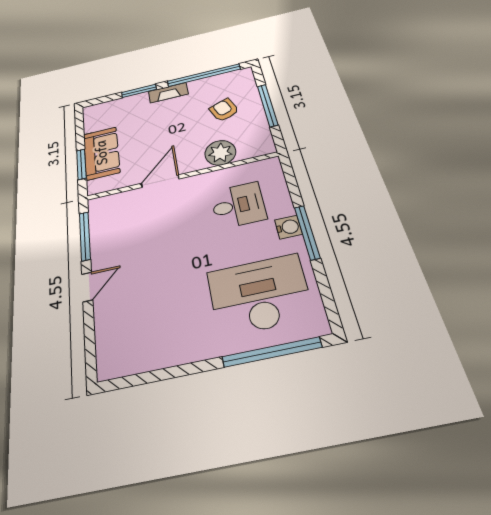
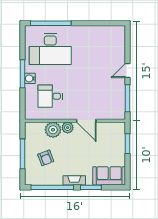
sofa: (101, 153) -> (109, 176), moved, turned 90
plant: (193, 162) -> (68, 128), added
door: (160, 181) -> (86, 121), hinge flipped

